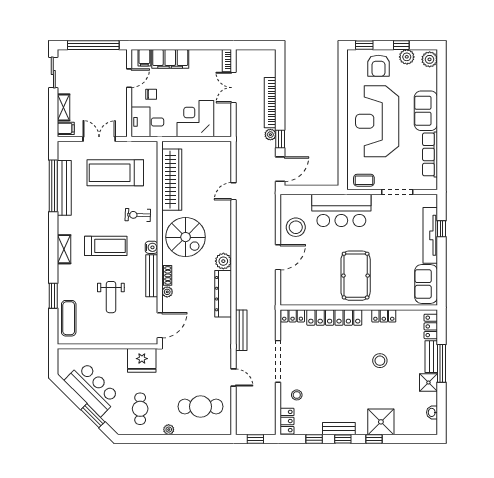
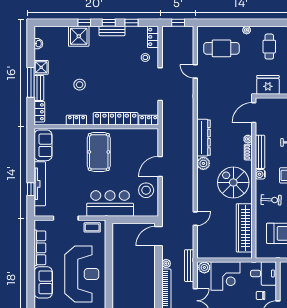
plant: (222, 130) -> (204, 267), added
window: (280, 139) -> (158, 260), removed
bench: (241, 330) -> (189, 266), moved

